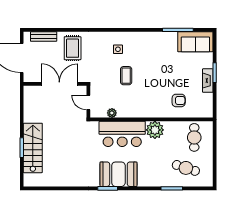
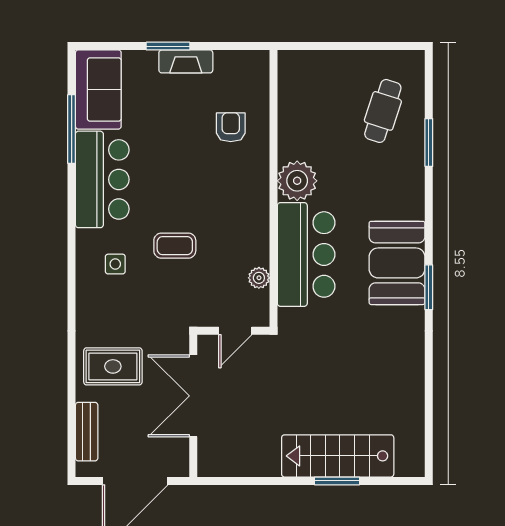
bar counter: (155, 43) -> (102, 179), added
cafe table: (194, 137) -> (314, 92), removed

